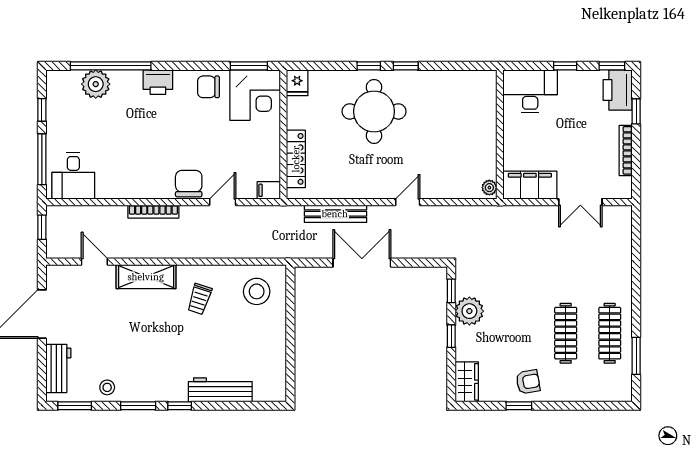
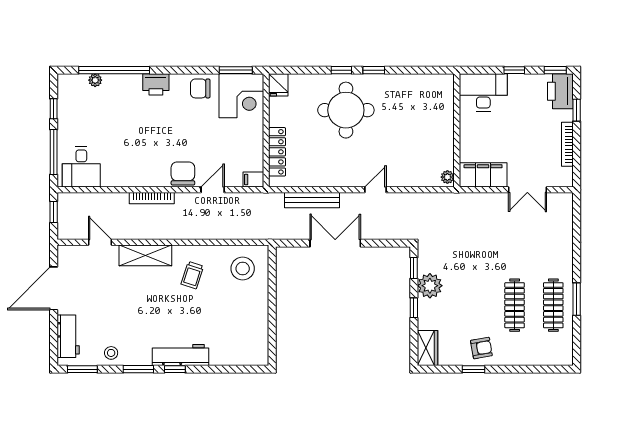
plant: (96, 84) -> (95, 80), width x0.53, depth x0.53
window: (636, 356) -> (577, 299), moved
workbench: (220, 390) -> (180, 355), moved

